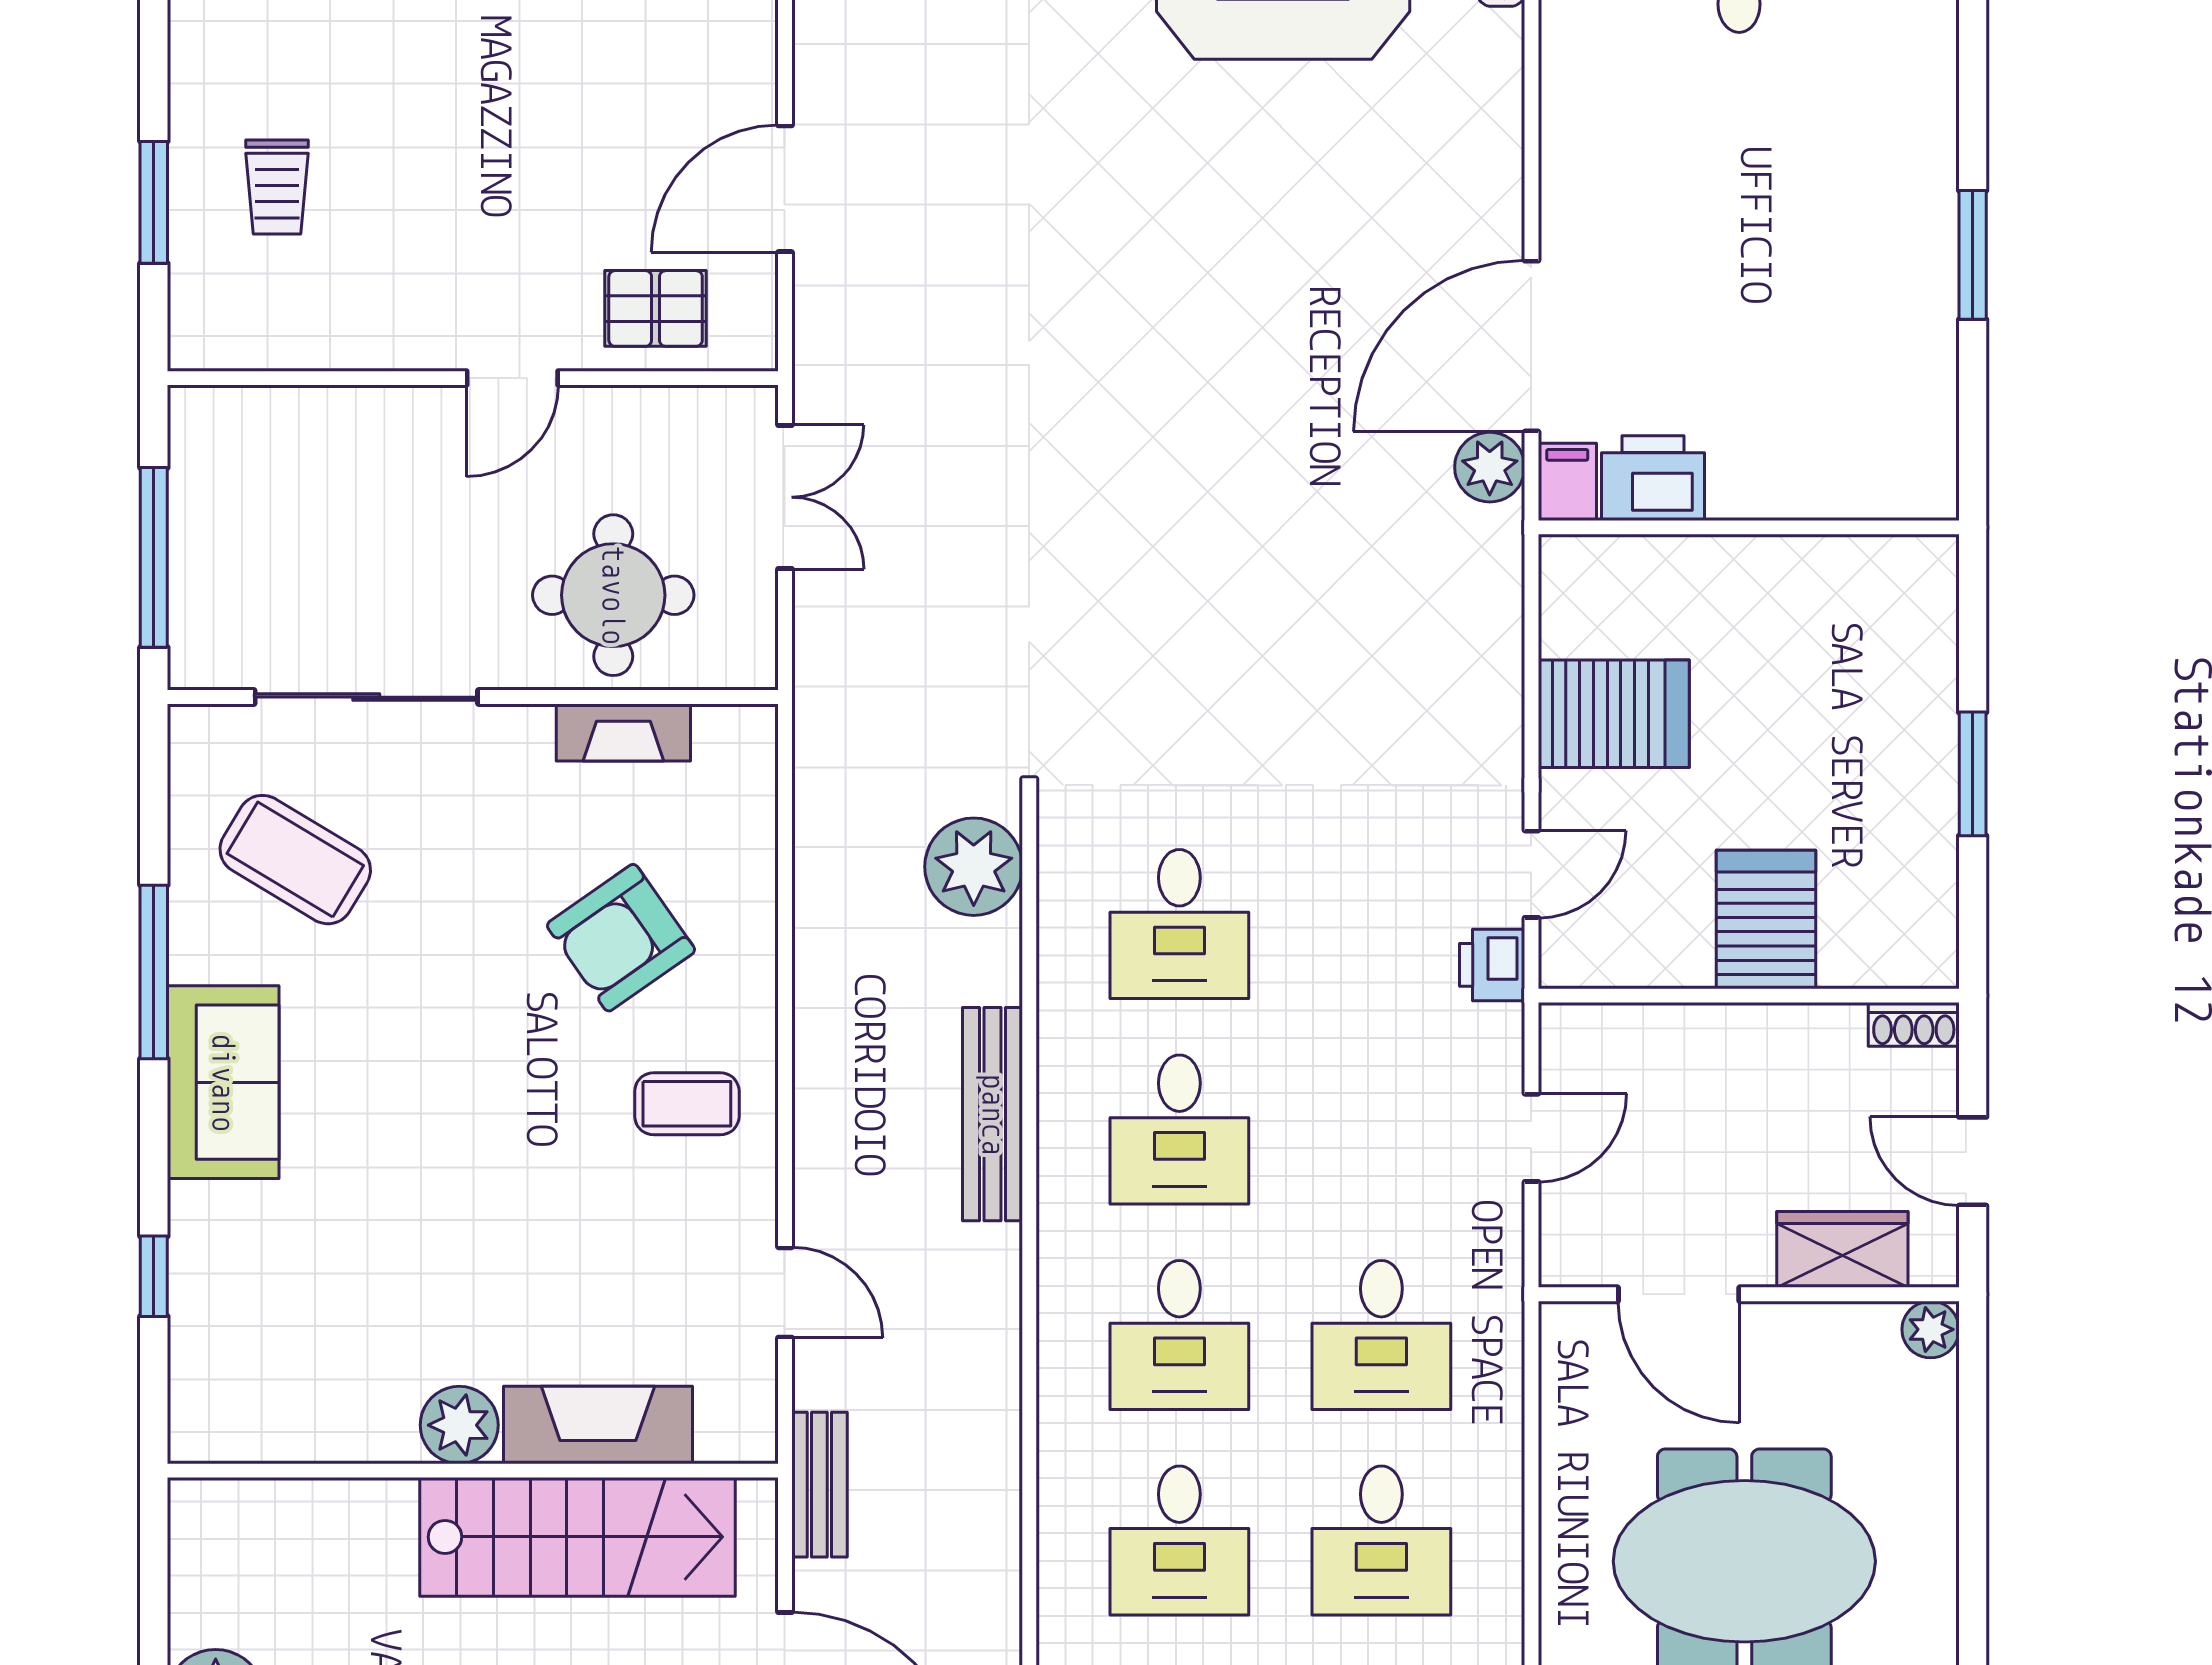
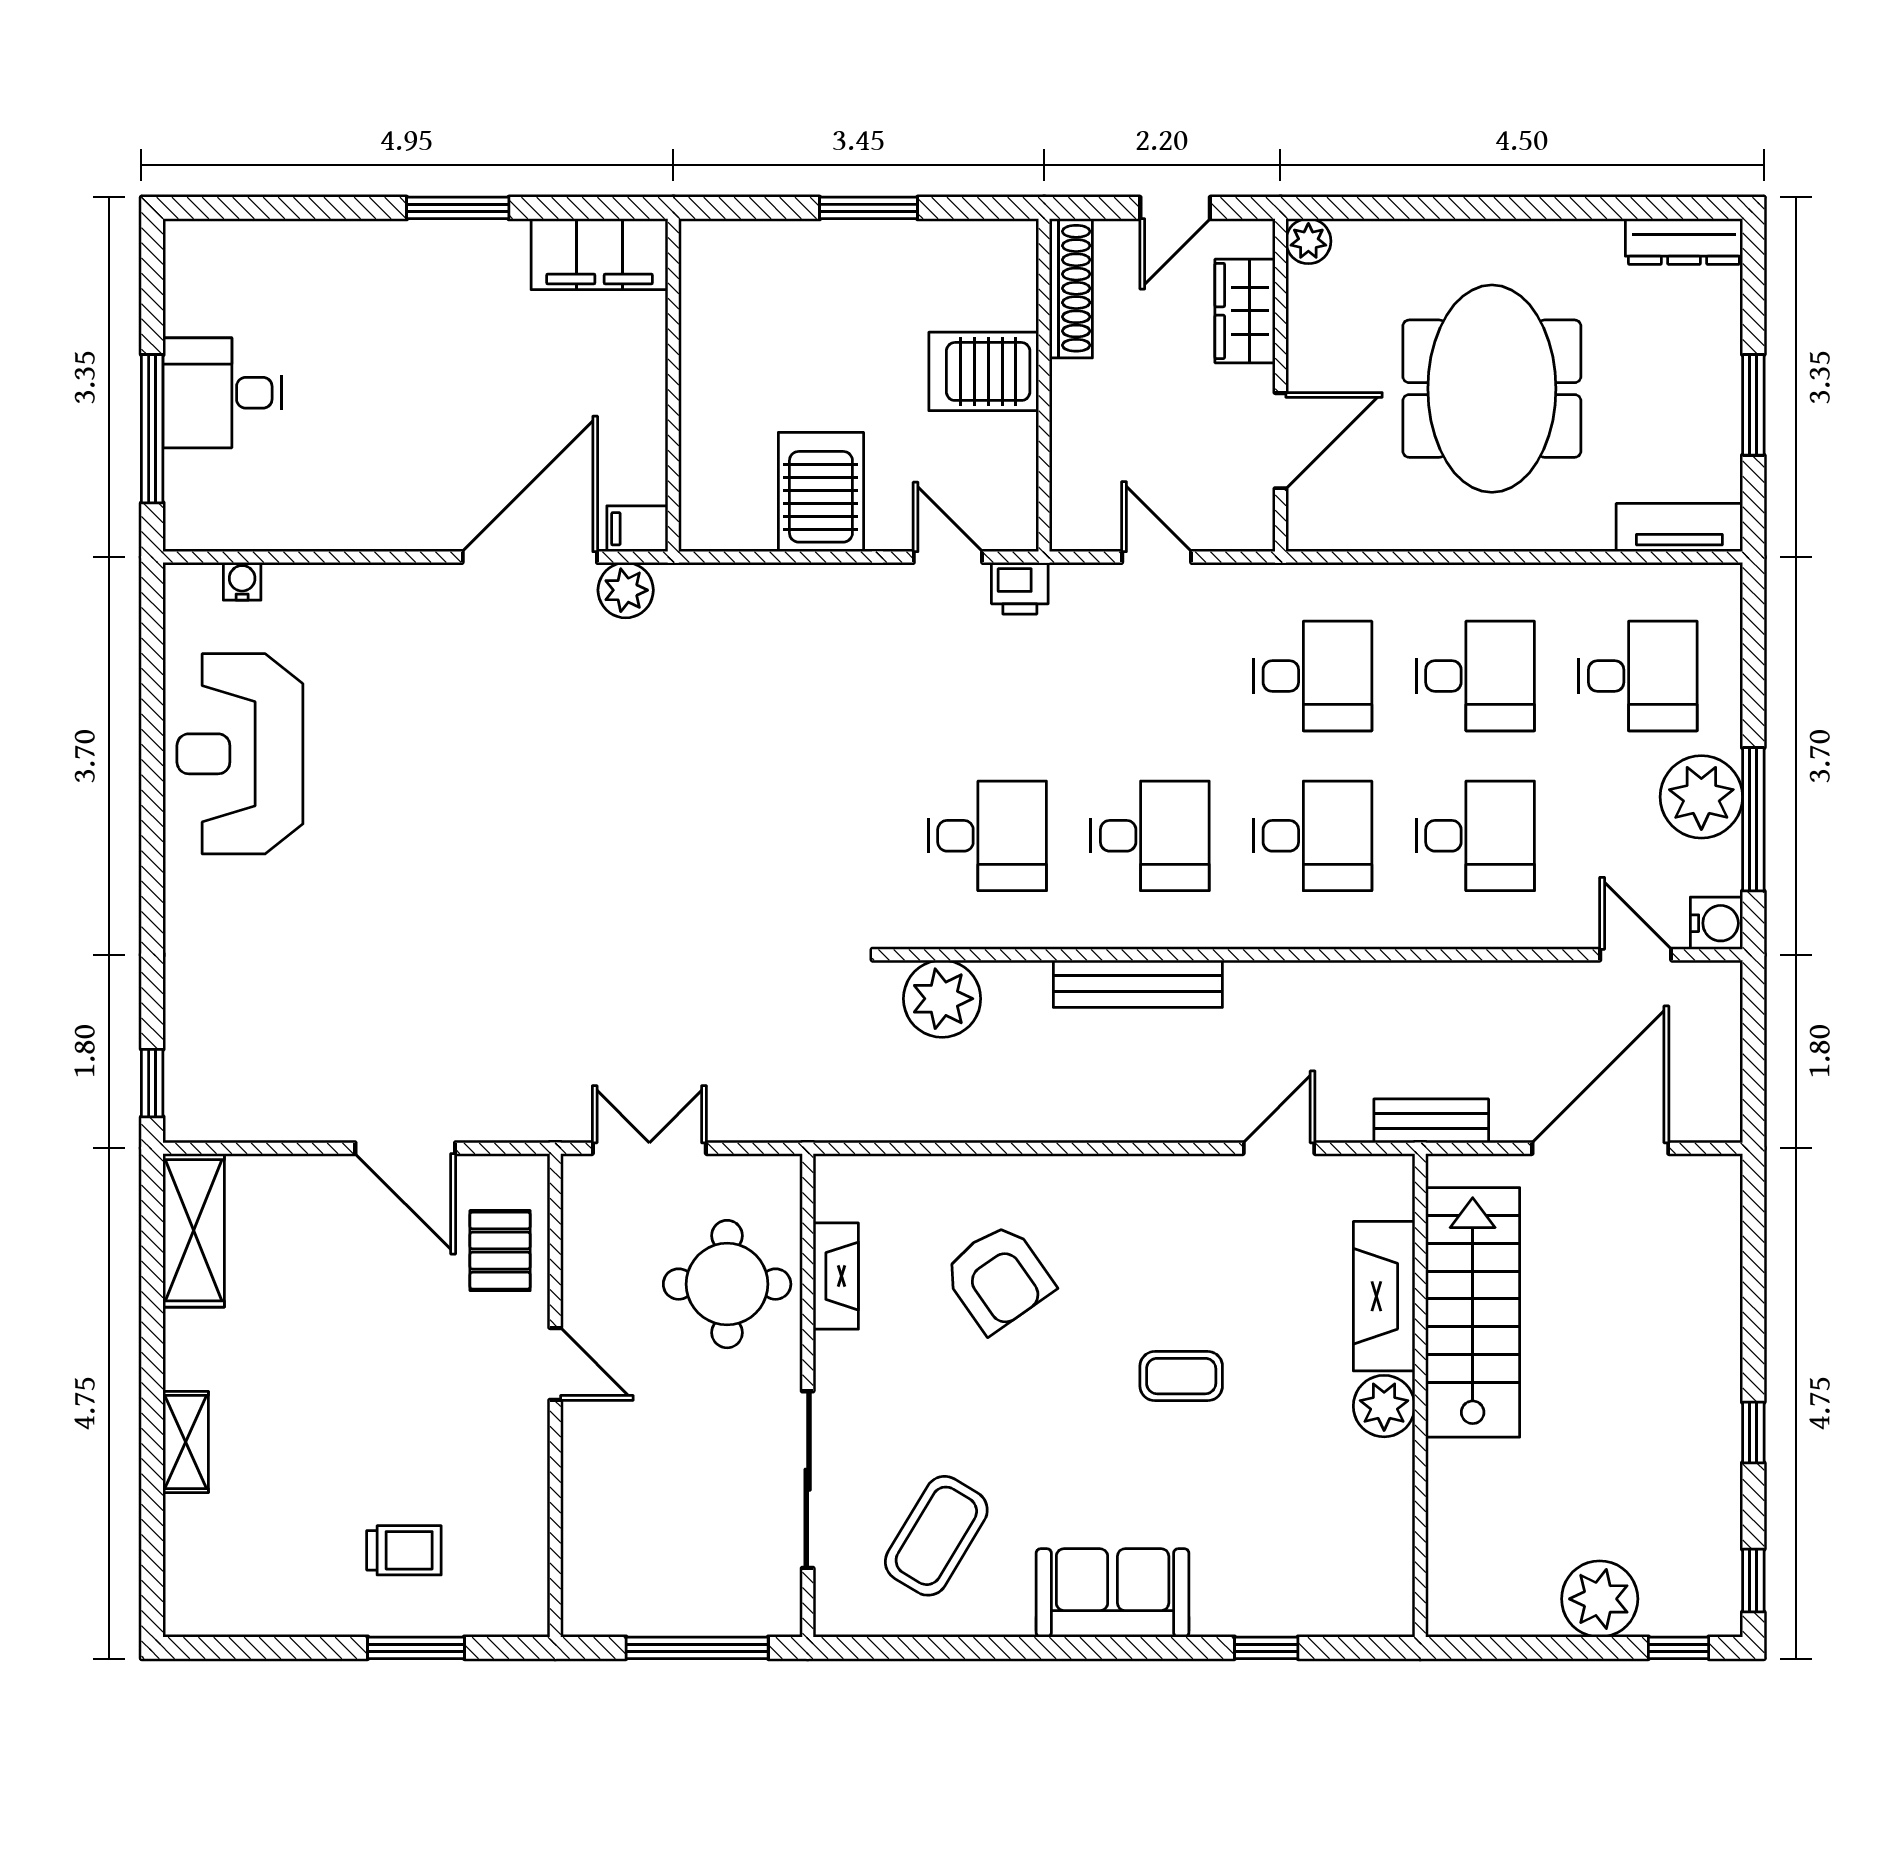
door: (1531, 346) -> (530, 557), swing flipped
filing cabinet: (1914, 434) -> (600, 254), added
printer: (1653, 478) -> (634, 461), removed
window: (154, 972) -> (1025, 1648), removed
shoe rack: (1914, 1024) -> (1071, 288), width x1.94, depth x1.24
coffee table: (687, 1104) -> (1181, 1376), moved, turned 90

